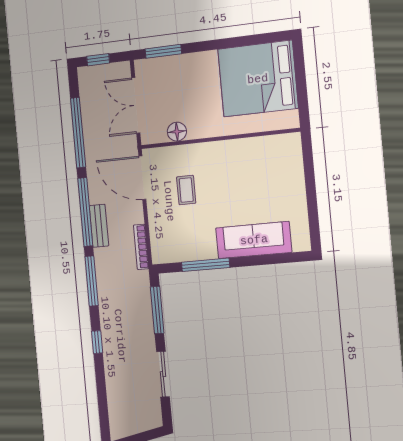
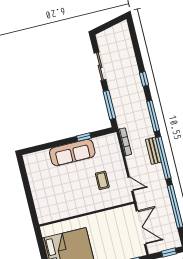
floor lamp: (177, 132) -> (113, 215), removed
door: (142, 178) -> (130, 184), width x0.53
sofa: (254, 240) -> (72, 153), moved
window: (206, 265) -> (84, 137), width x0.46

